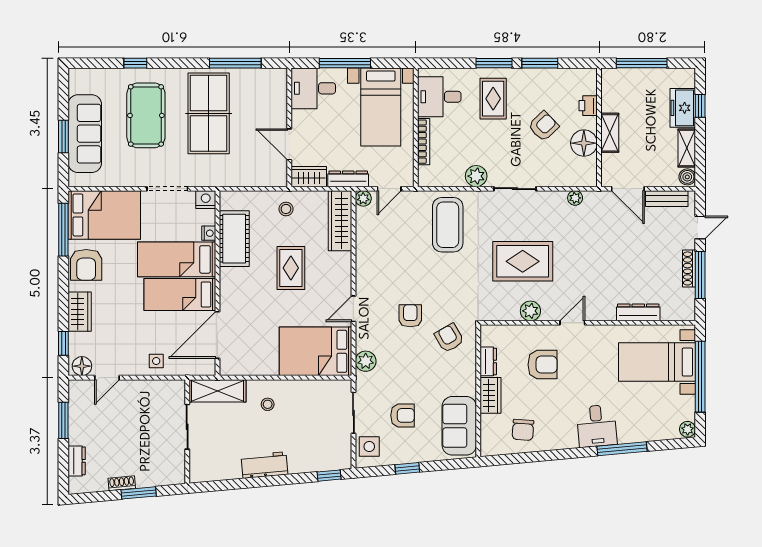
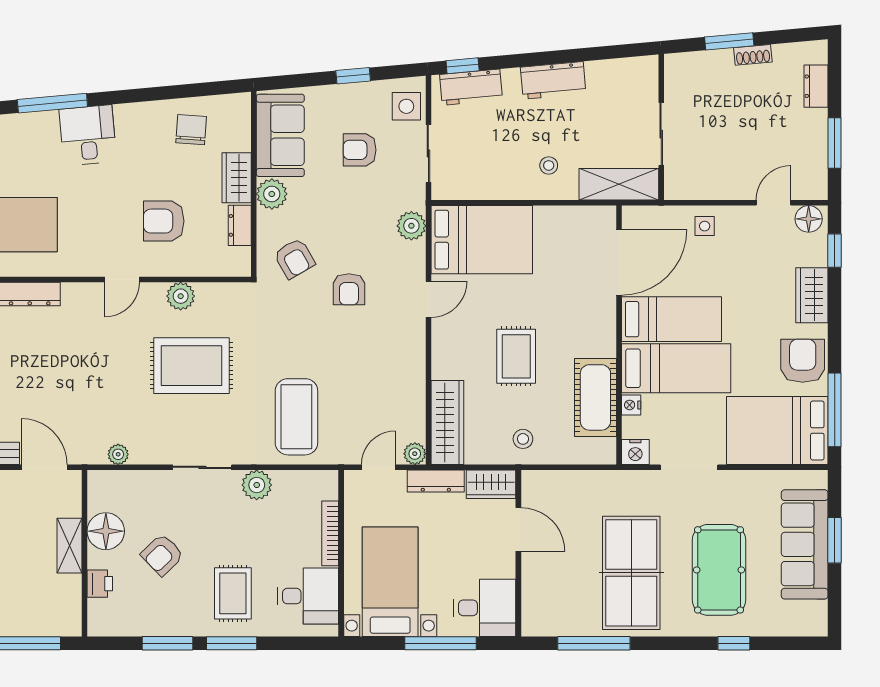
plant: (465, 384) -> (272, 194), added
workbench: (323, 460) -> (471, 87), added

